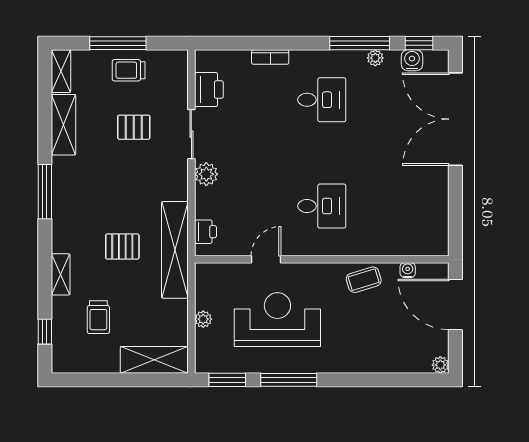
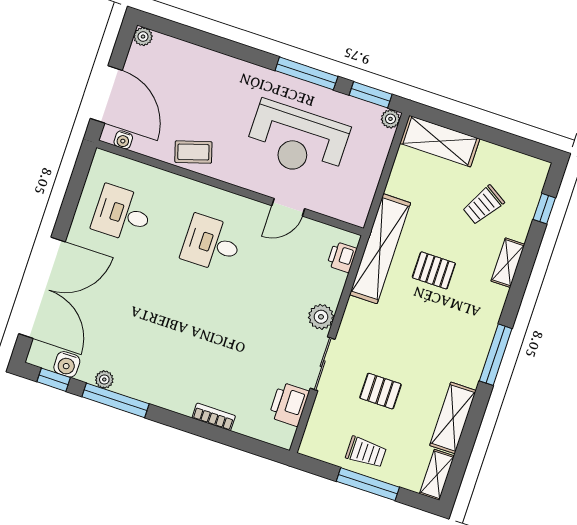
desk: (322, 100) -> (122, 214), moved
water cooler: (408, 270) -> (123, 140), moved
trolley: (98, 317) -> (483, 205), turned -148
plant: (203, 319) -> (390, 119), moved

